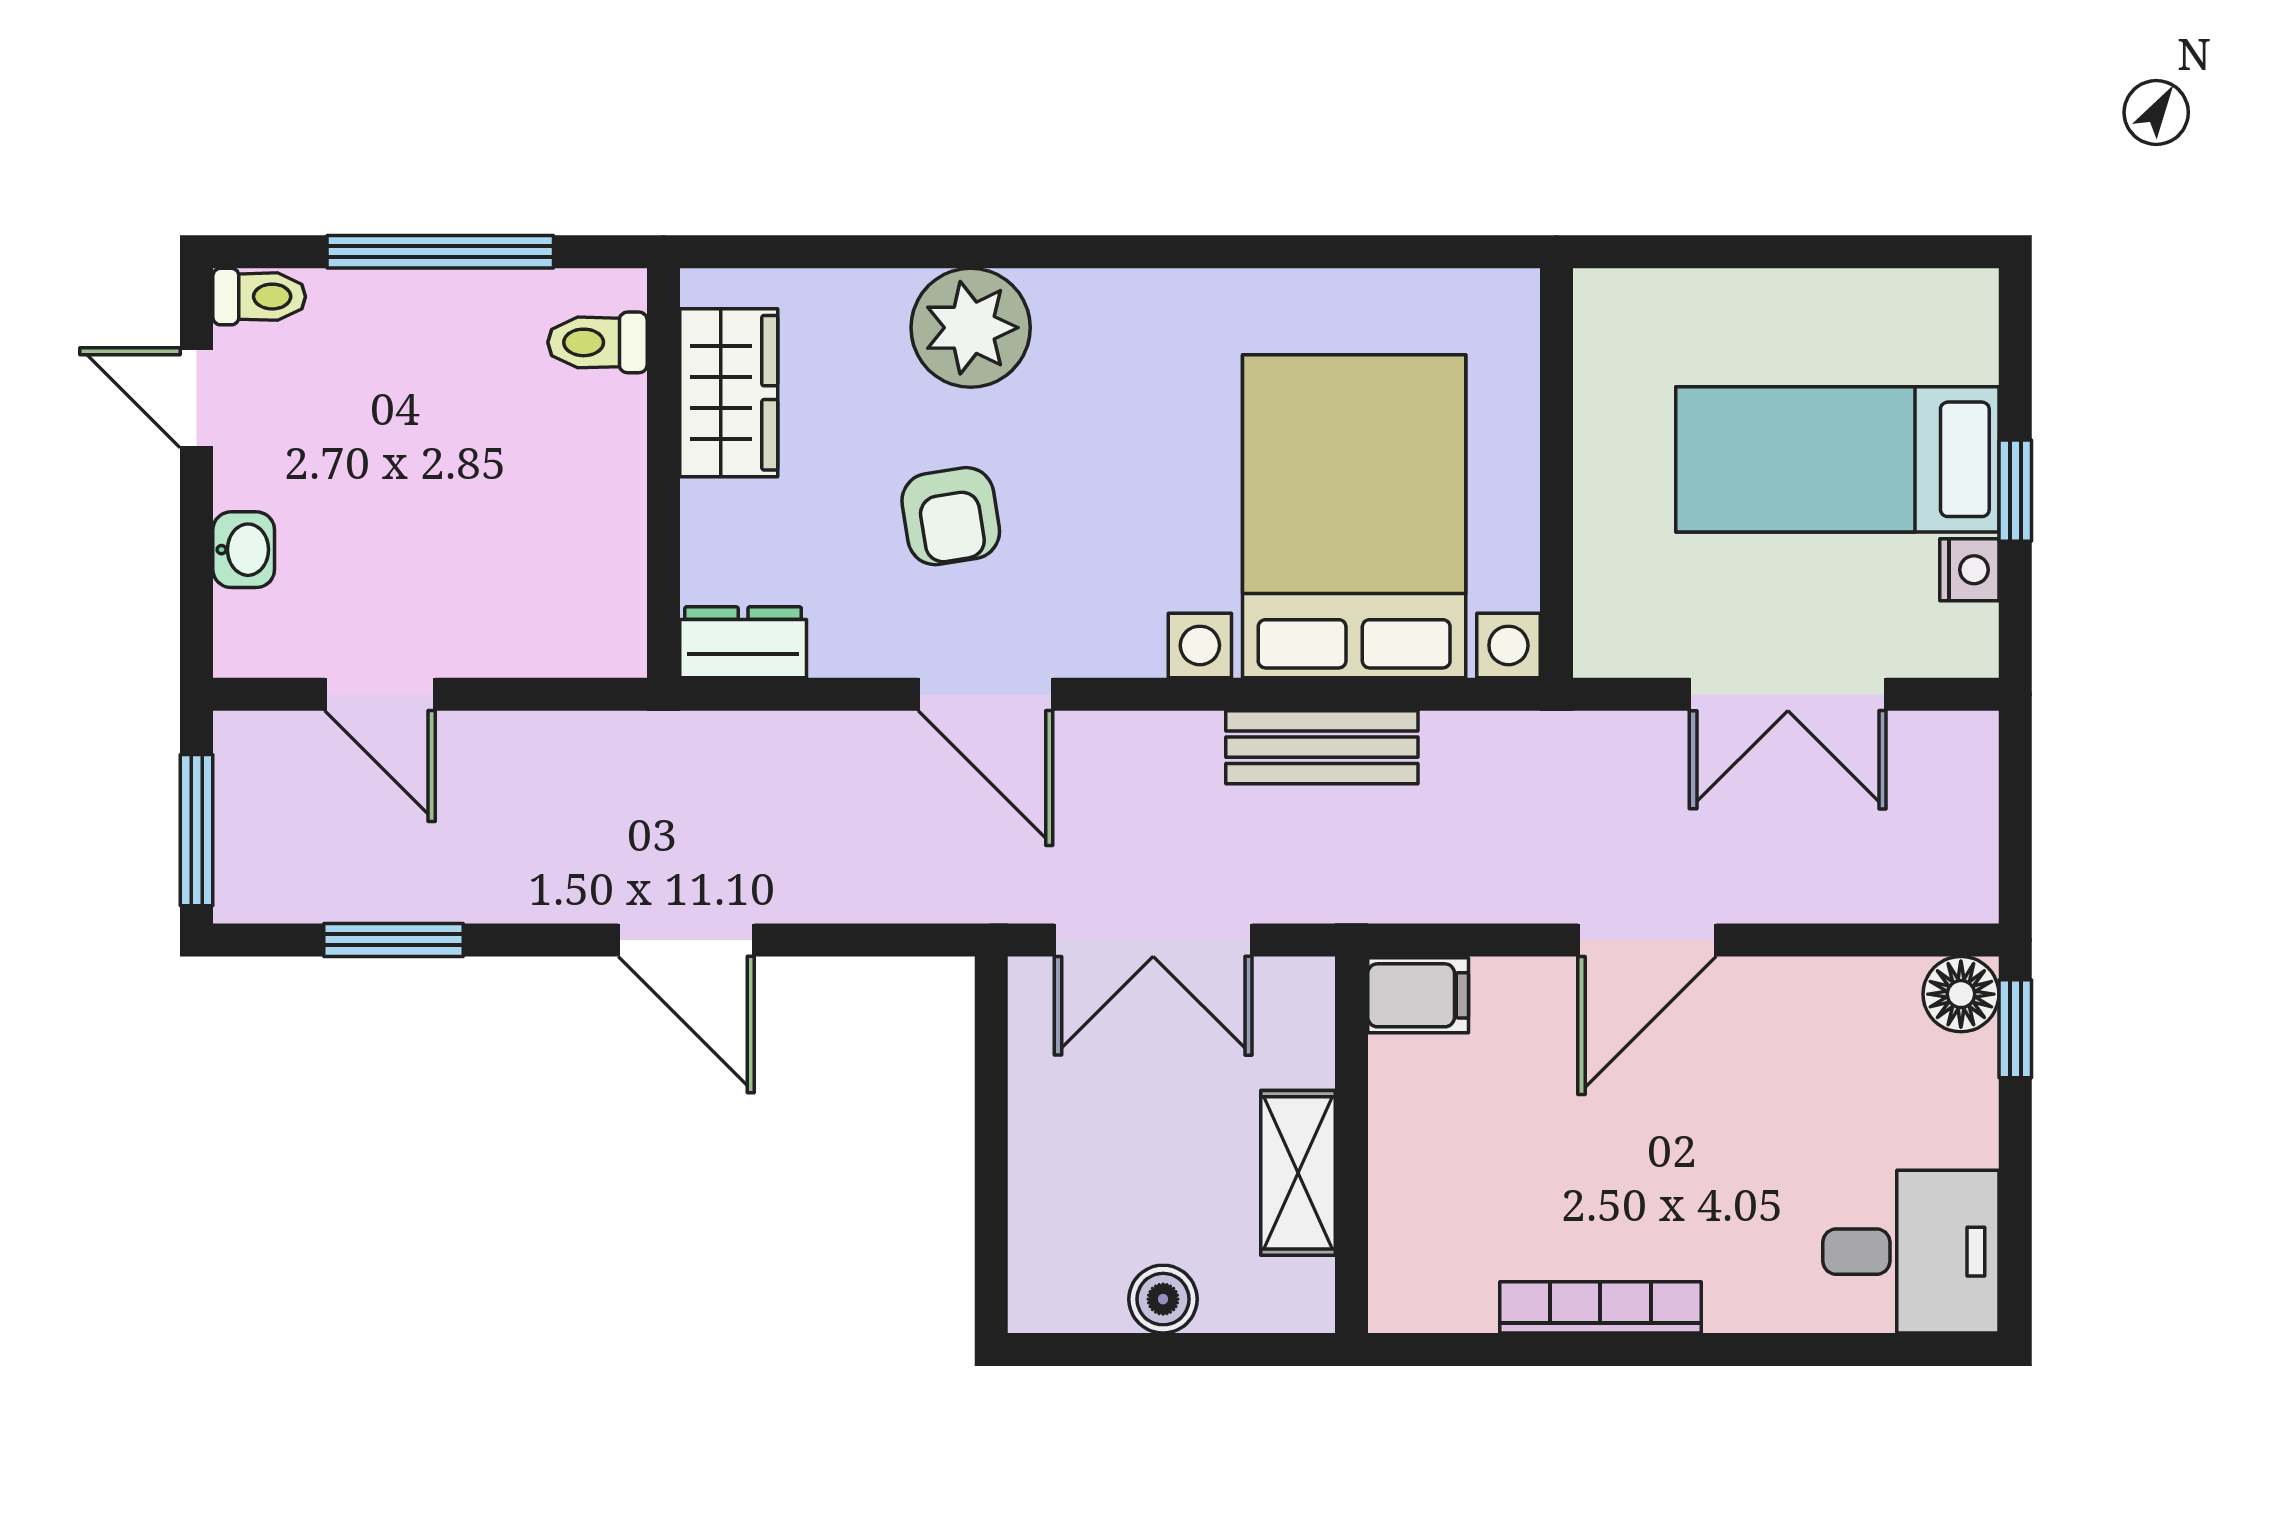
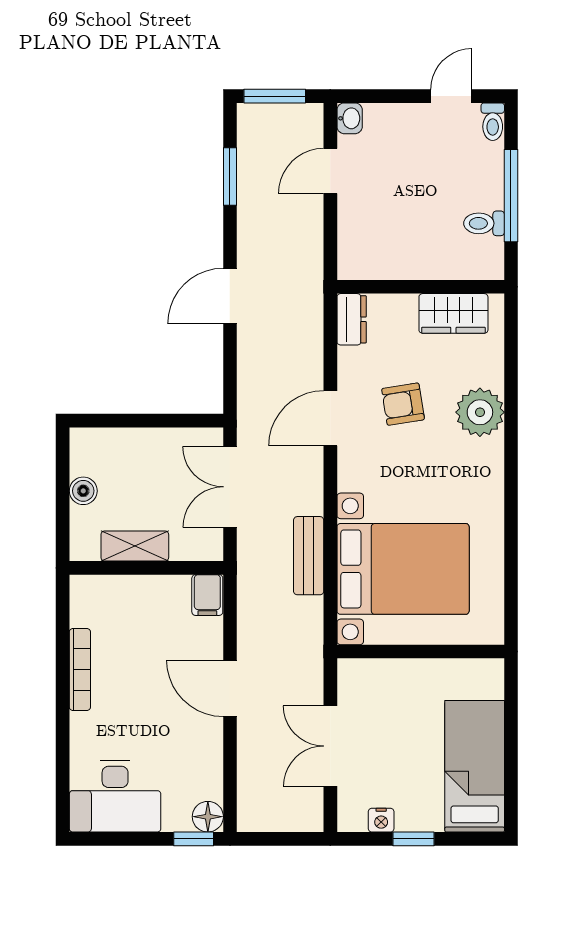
toilet: (598, 342) -> (484, 223), moved, turned -90
bed: (1837, 459) -> (475, 766), moved
washbasin: (244, 550) -> (350, 118), moved, turned -90
desk: (1911, 1252) -> (115, 796), width x1.37

